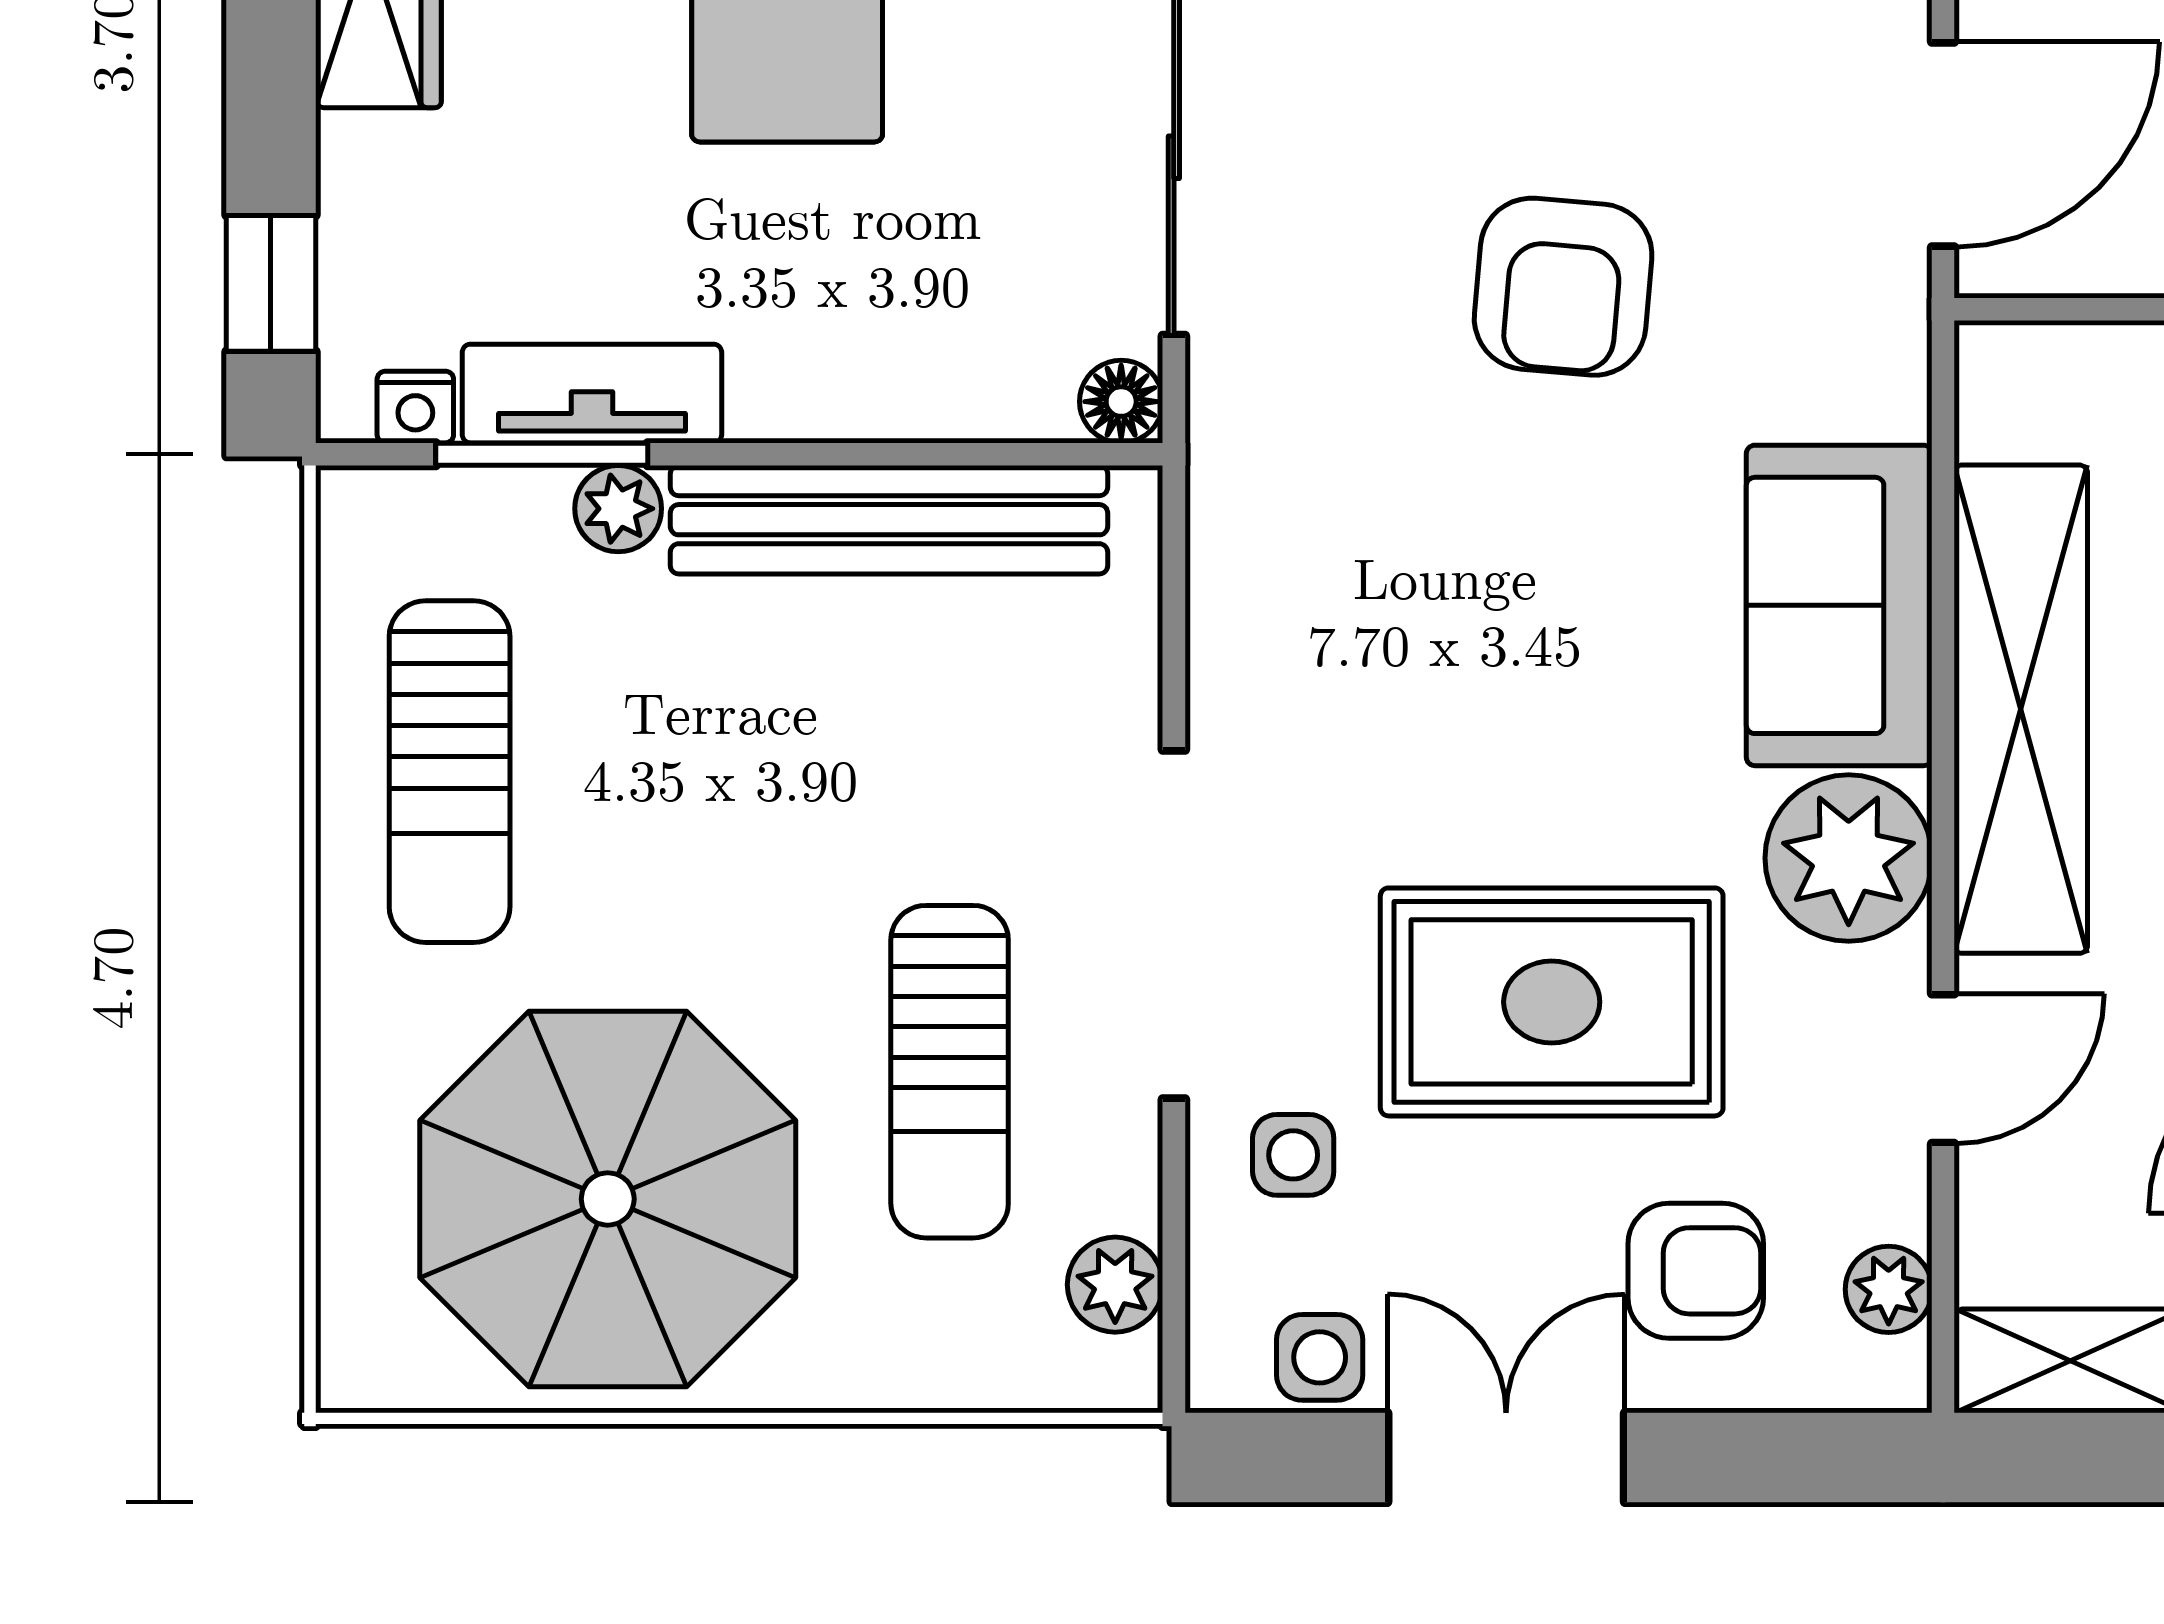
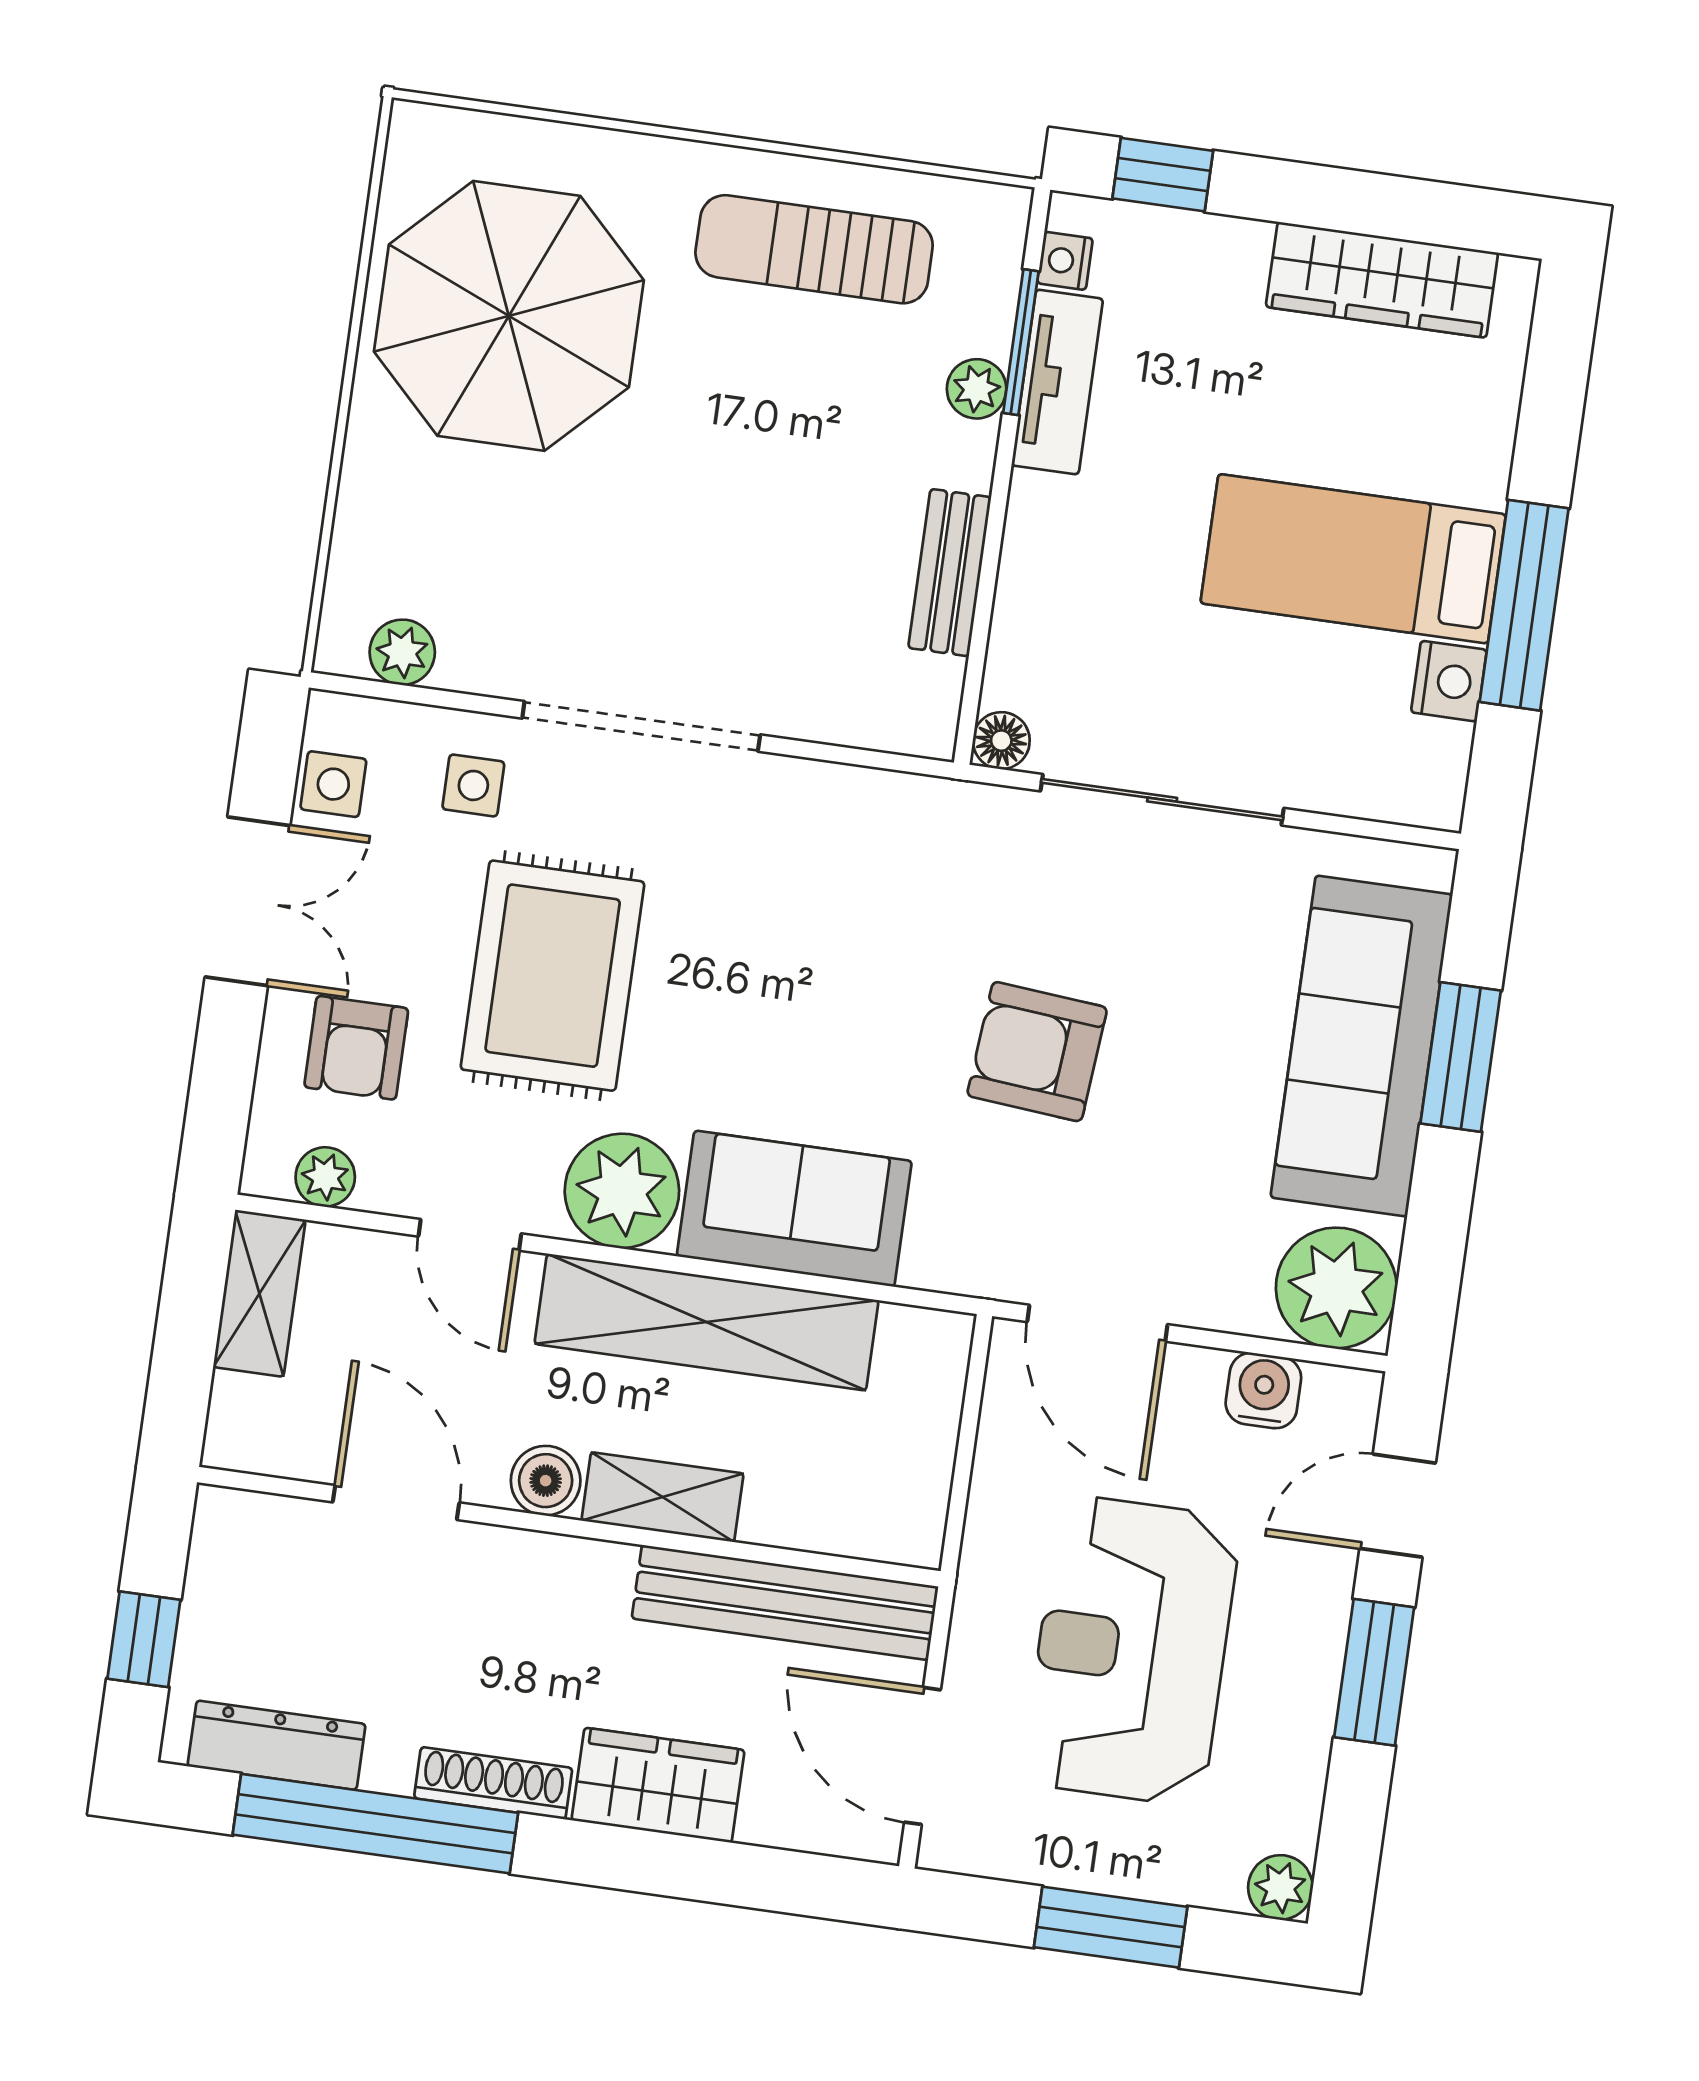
bench: (889, 520) -> (950, 573), width x0.54, depth x0.82
sun lounger: (950, 1072) -> (563, 560), removed

